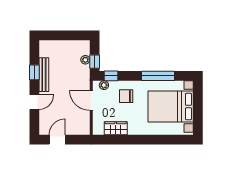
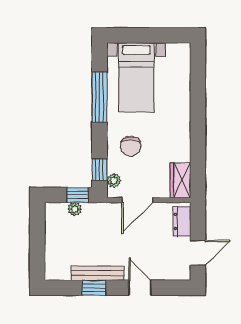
bed with nightstands: (171, 107) -> (136, 77), width x0.73
wardrobe: (116, 128) -> (180, 180), moved
dresser: (77, 129) -> (182, 221), added
door: (57, 140) -> (198, 253), swing flipped

